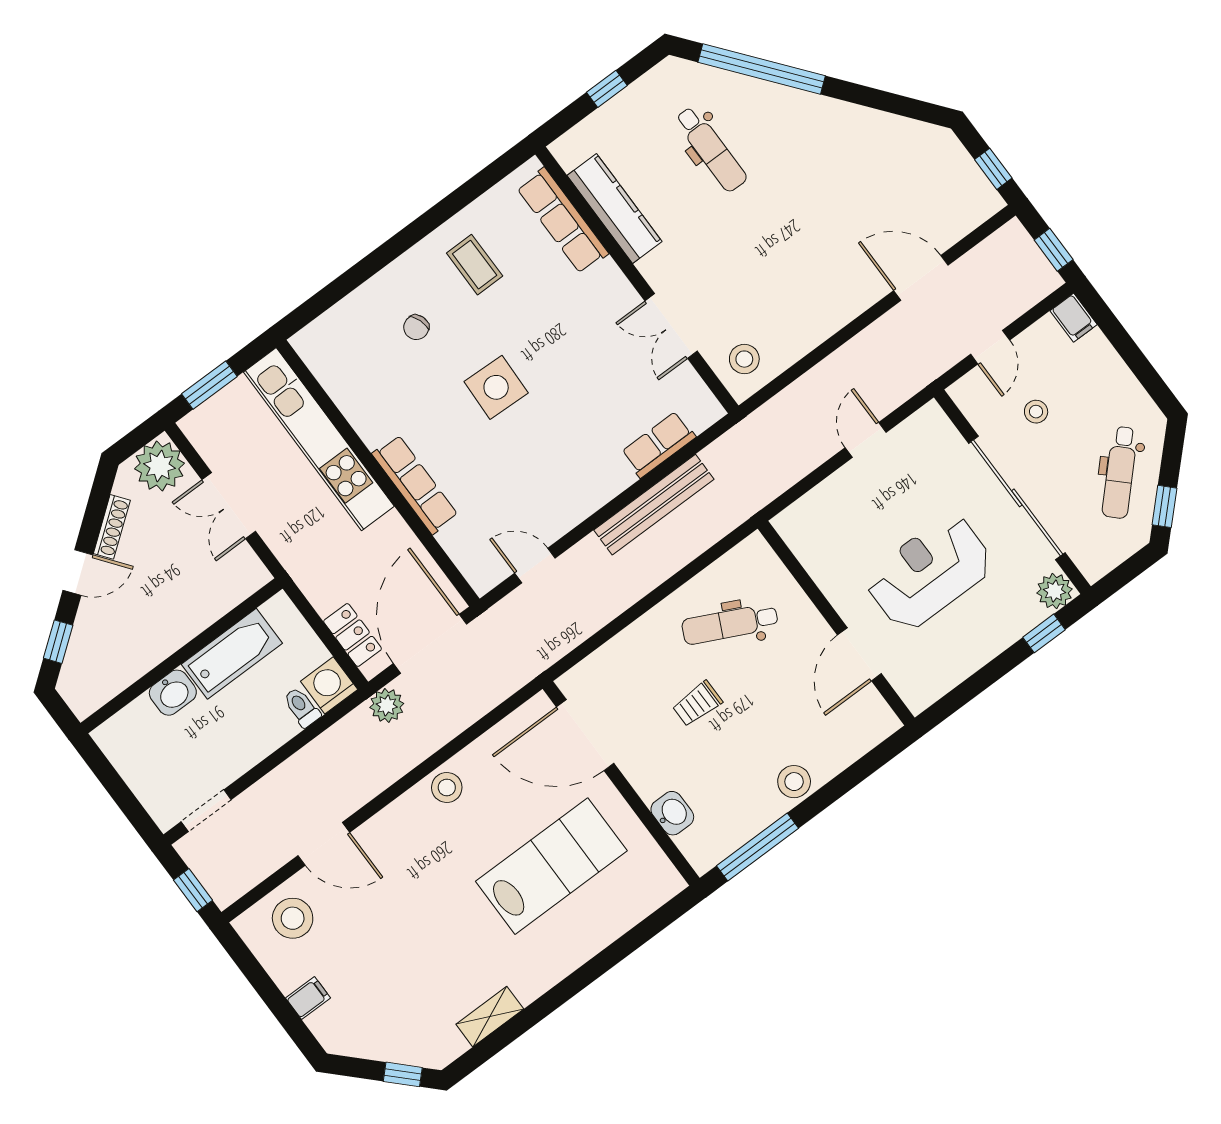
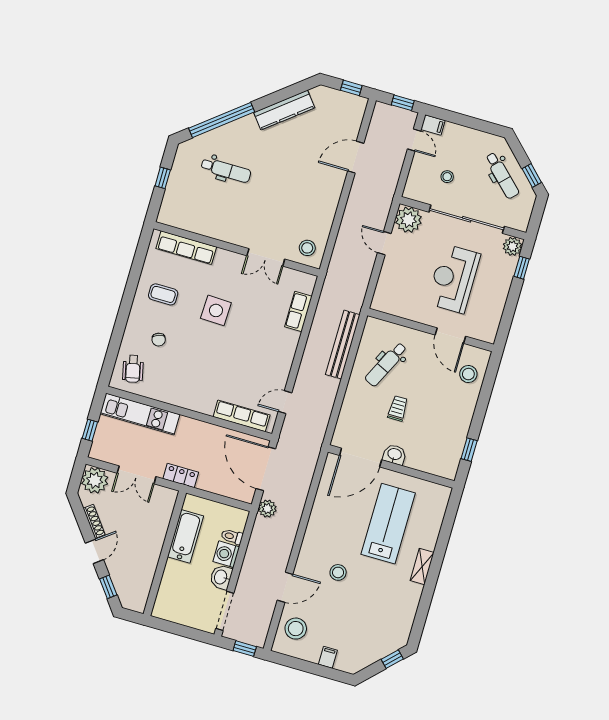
kitchen counter: (614, 209) -> (284, 110), moved, turned 141
wheelchair: (344, 342) -> (133, 369), added
door: (990, 347) -> (414, 140), moved
window: (209, 385) -> (90, 430), width x0.67
side table: (496, 387) -> (216, 310), moved
plant: (929, 432) -> (408, 220), added
kitchen unit: (319, 439) -> (140, 414), width x0.73
row of seats: (415, 485) -> (242, 416), moved
bench: (654, 505) -> (343, 345), moved
locker: (353, 635) -> (181, 476), moved
washing machine: (329, 685) -> (226, 554), moved
washbasin: (173, 693) -> (221, 577), moved, turned 180
trolley: (697, 704) -> (398, 408), turned 180
stool: (794, 782) -> (468, 374), moved
stool: (447, 788) -> (338, 572), moved
doorway: (206, 811) -> (225, 611), width x1.38
washbasin: (672, 813) -> (394, 455), moved
window: (758, 847) -> (469, 450), width x0.46
shelving: (490, 1017) -> (422, 567), moved

